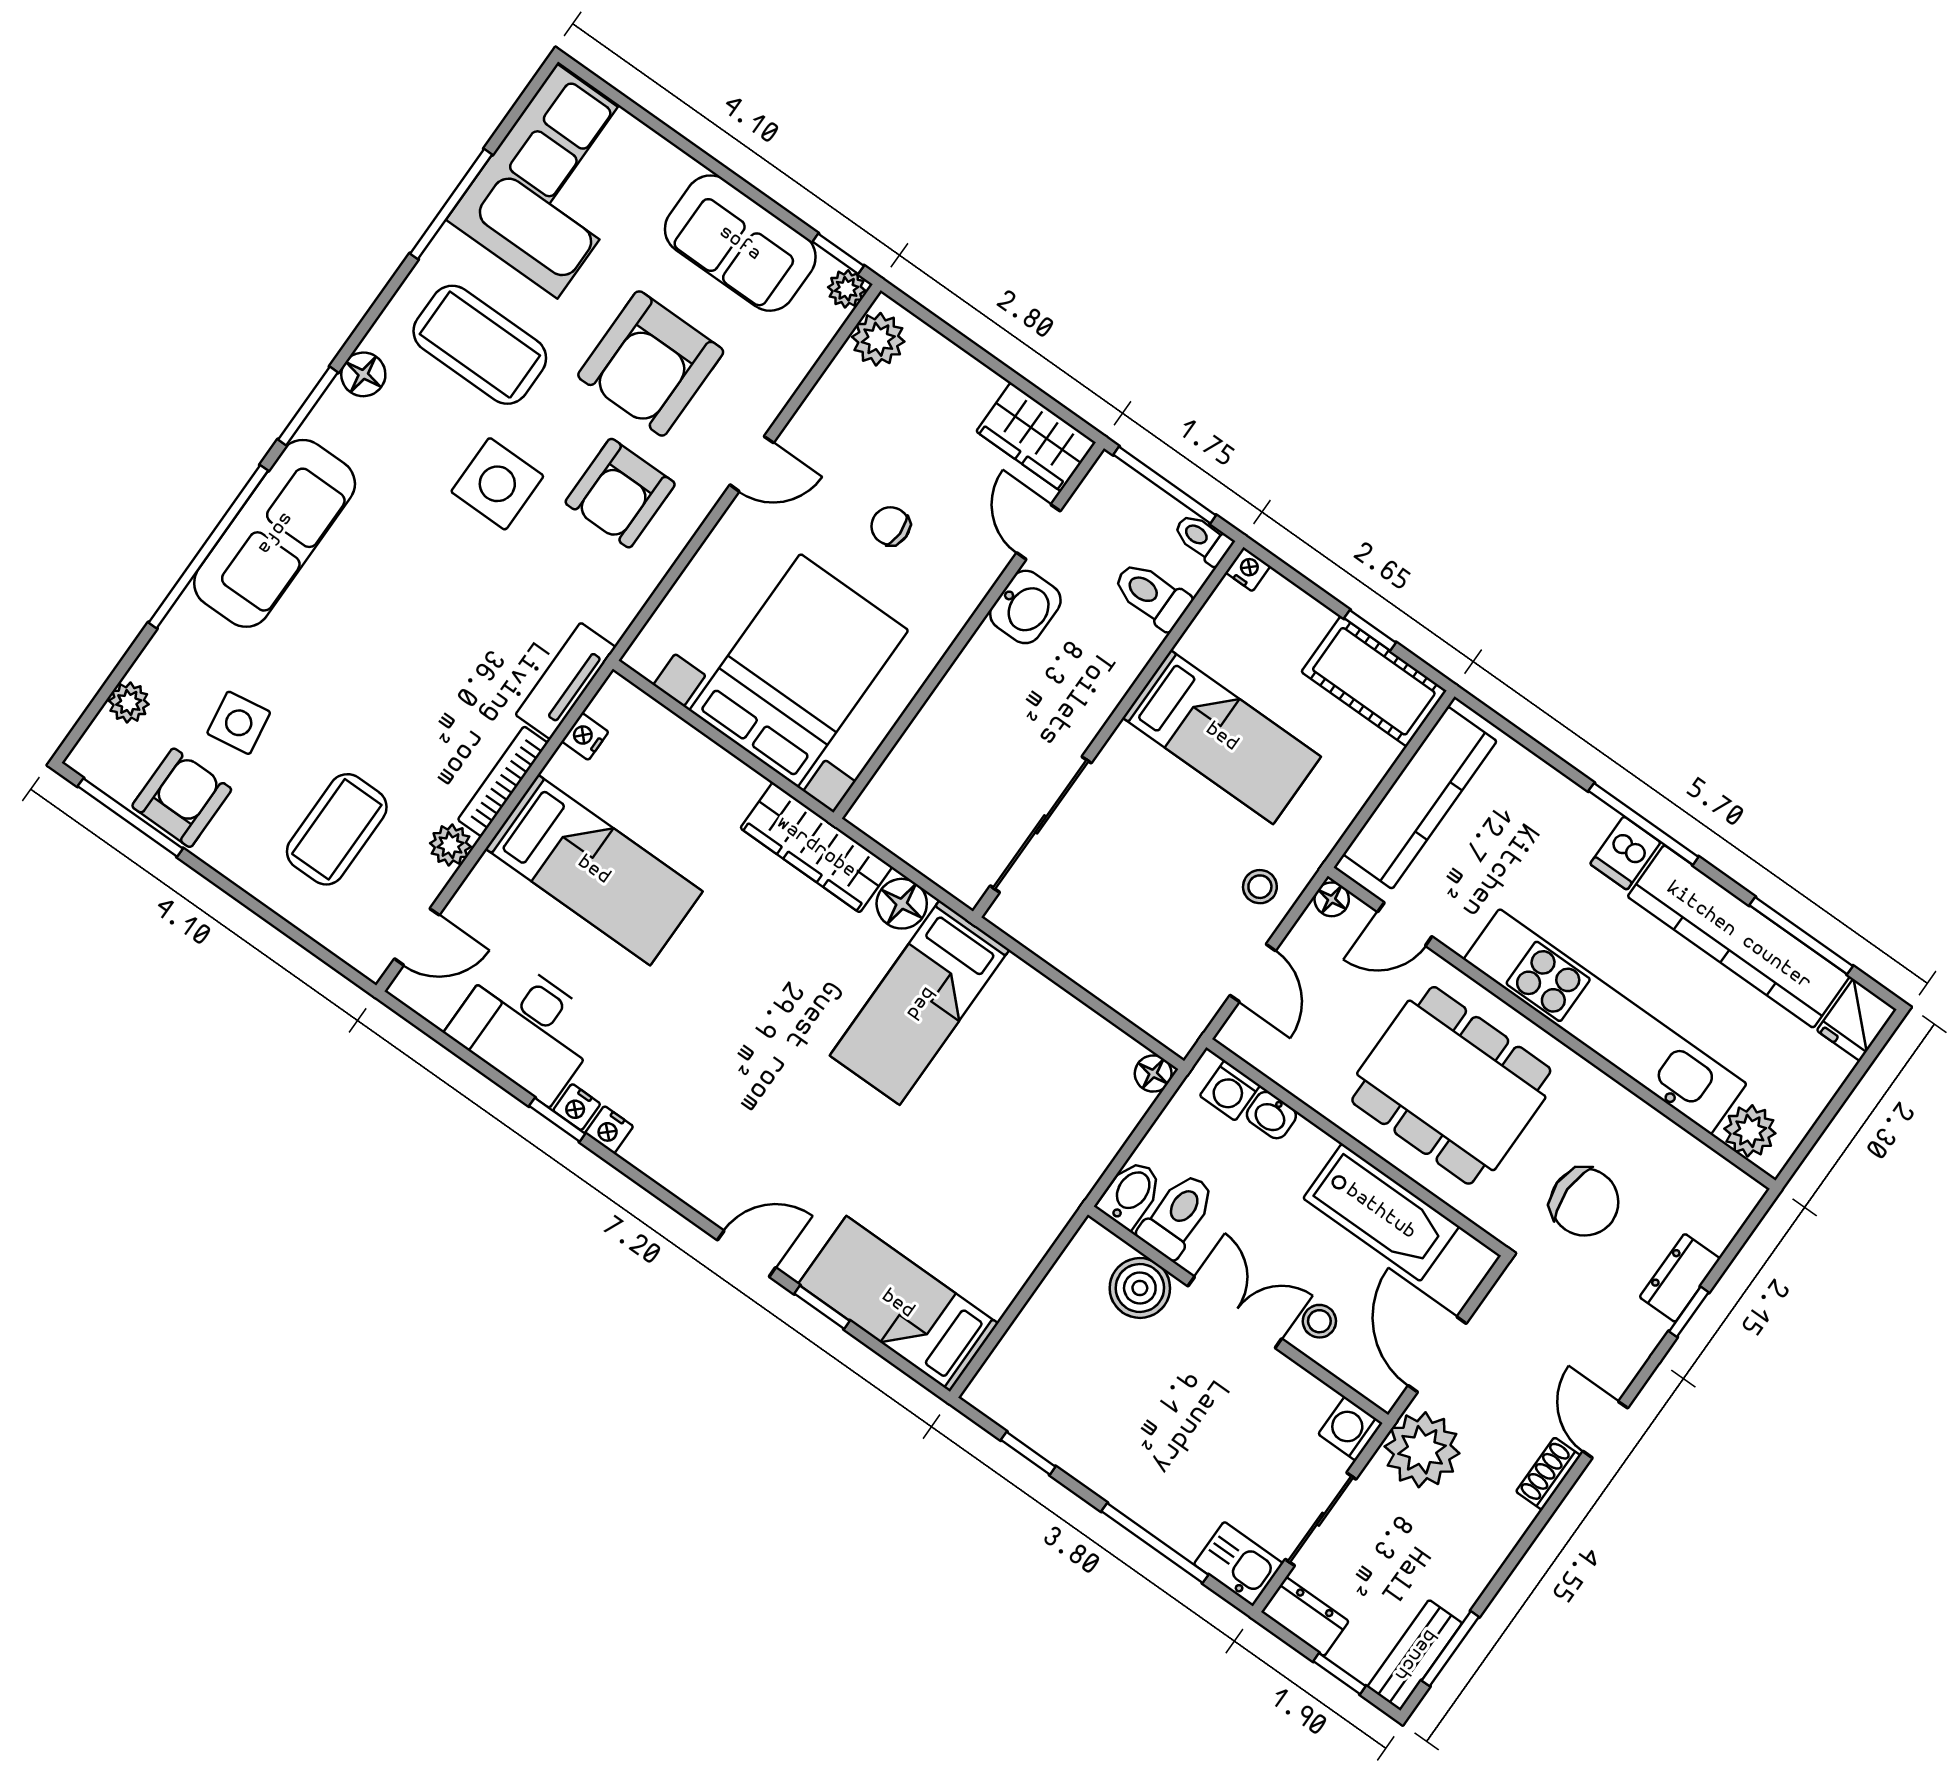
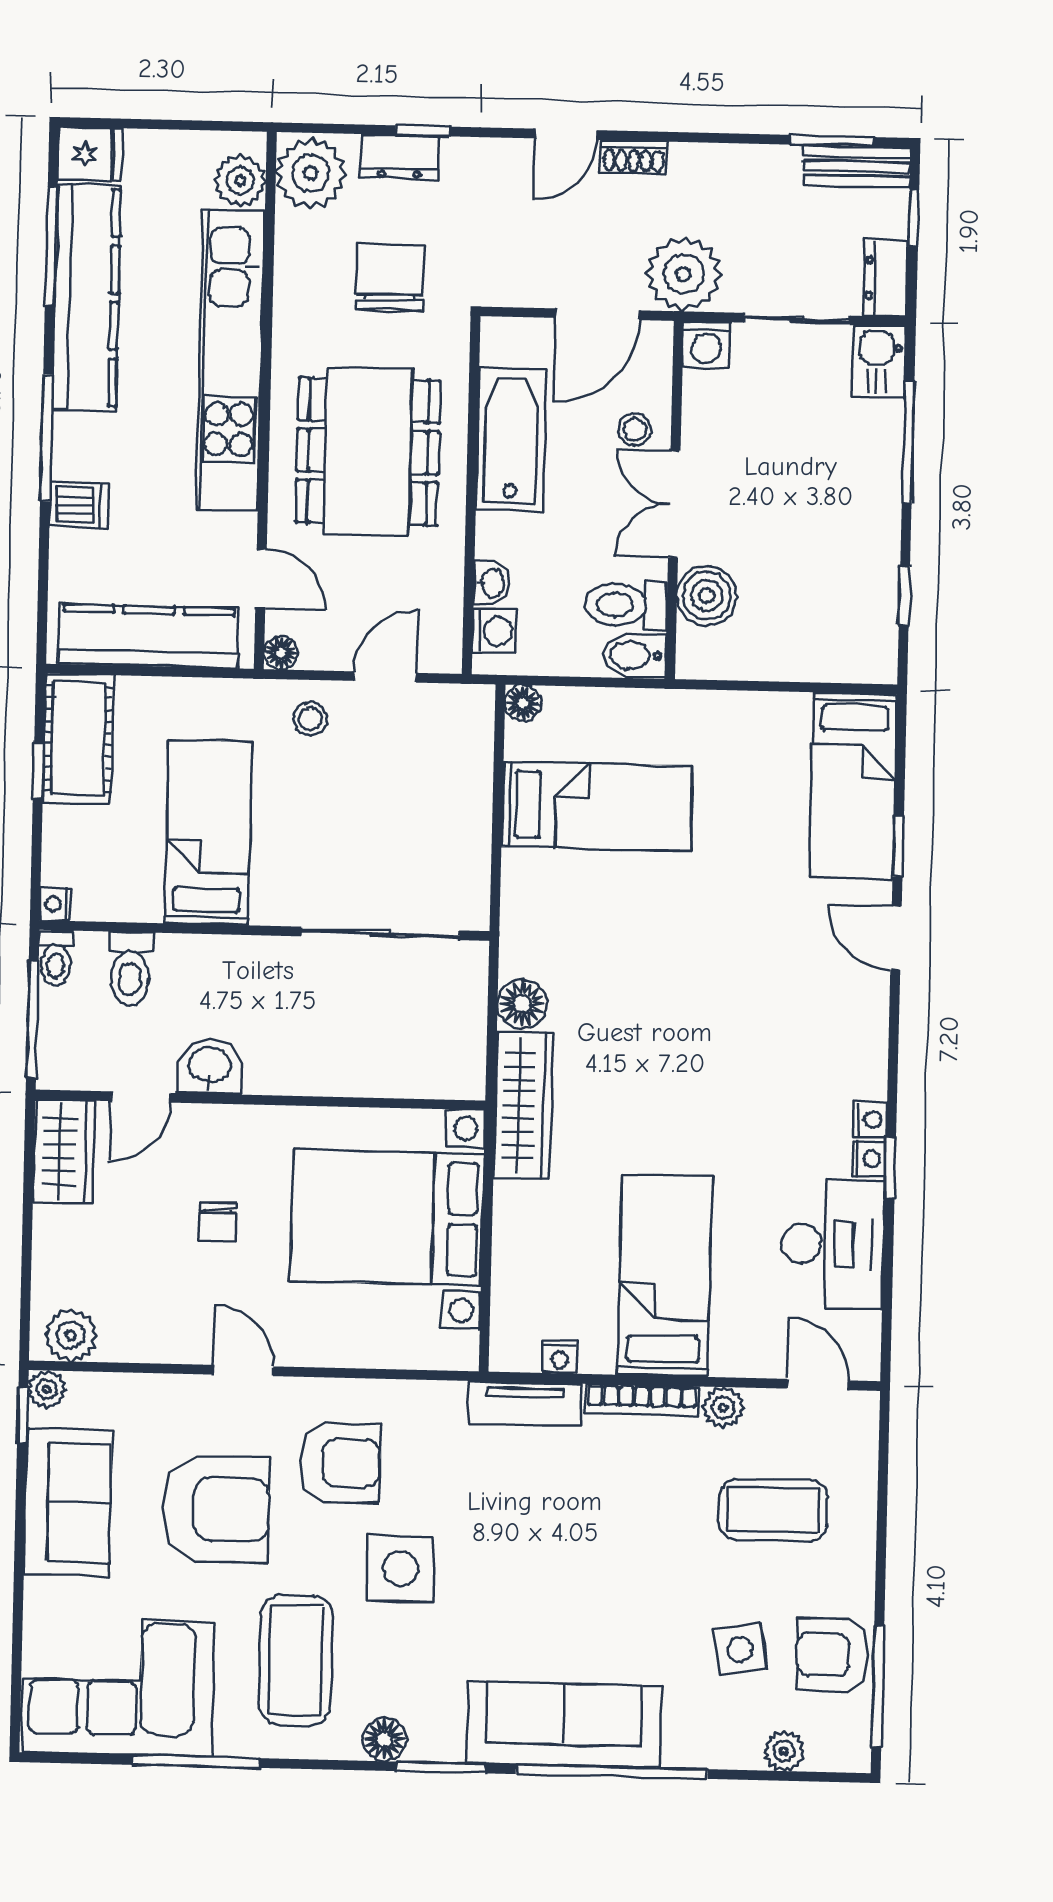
dishwasher: (1625, 853) -> (79, 505), moved
bed: (920, 1003) -> (597, 806), moved
plant: (1716, 1194) -> (311, 173), added

